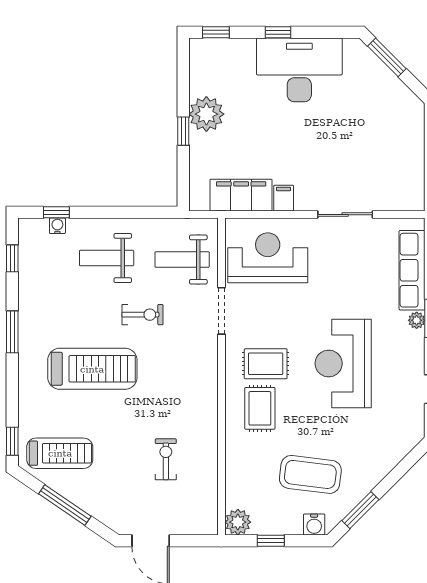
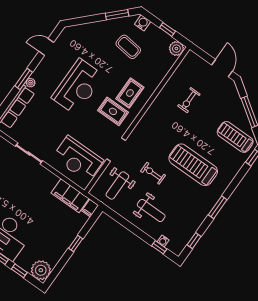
window: (216, 32) -> (19, 271), moved
plant: (206, 114) -> (41, 270), moved
filing cabinet: (284, 198) -> (90, 208), moved
weight bench: (182, 260) -> (117, 185), turned 90
coffee table: (310, 474) -> (128, 47), width x0.73, depth x0.76

